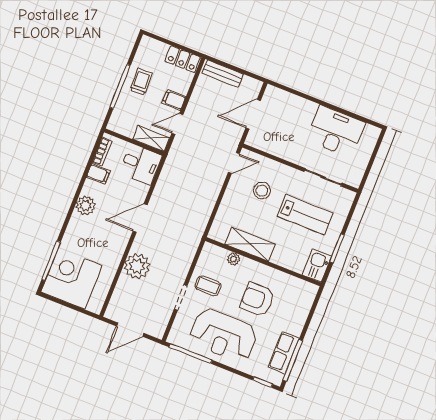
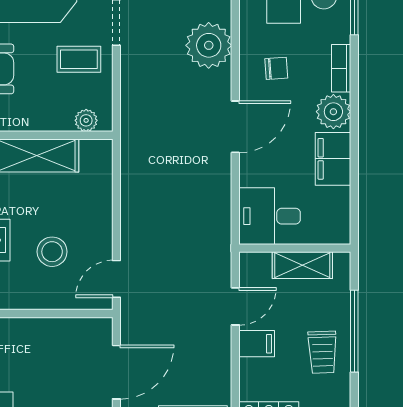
shelving: (151, 138) -> (302, 265), moved
bookcase: (102, 152) -> (341, 68), moved
filing cabinet: (98, 174) -> (333, 159), width x2.00
chair: (106, 240) -> (276, 68), added
plant: (234, 259) -> (86, 120), moved

